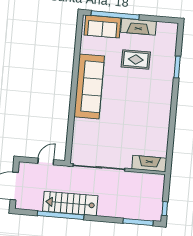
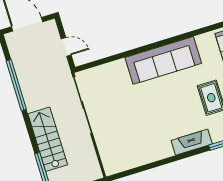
fireplace: (149, 164) -> (192, 142), moved, turned -90
stairs: (70, 203) -> (48, 139), moved

